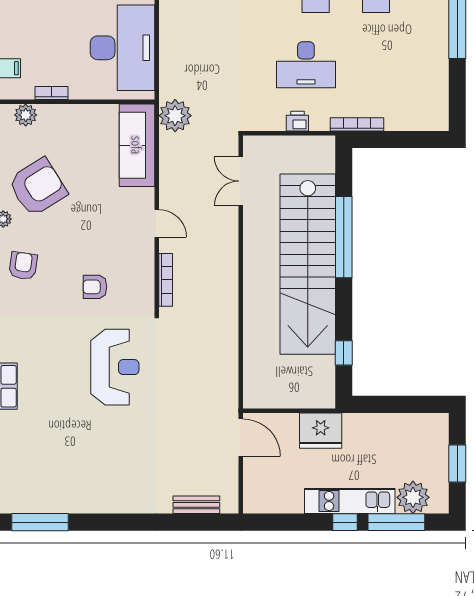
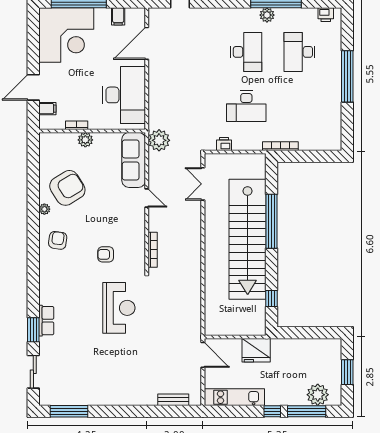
plant: (26, 115) -> (85, 140), moved
printer: (297, 121) -> (224, 144), moved
door: (157, 223) -> (147, 198), moved
kitchen unit: (350, 501) -> (234, 397), moved

